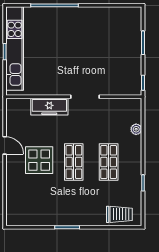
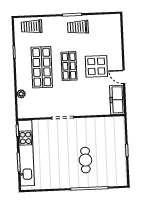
cafe table: (58, 42) -> (85, 160), added
kitchen unit: (15, 49) -> (26, 153), moved, turned 180
freezer: (49, 107) -> (117, 100), moved, turned -90
shop shelf: (109, 162) -> (42, 67), width x1.43, depth x1.36
trolley: (60, 211) -> (78, 27), added

